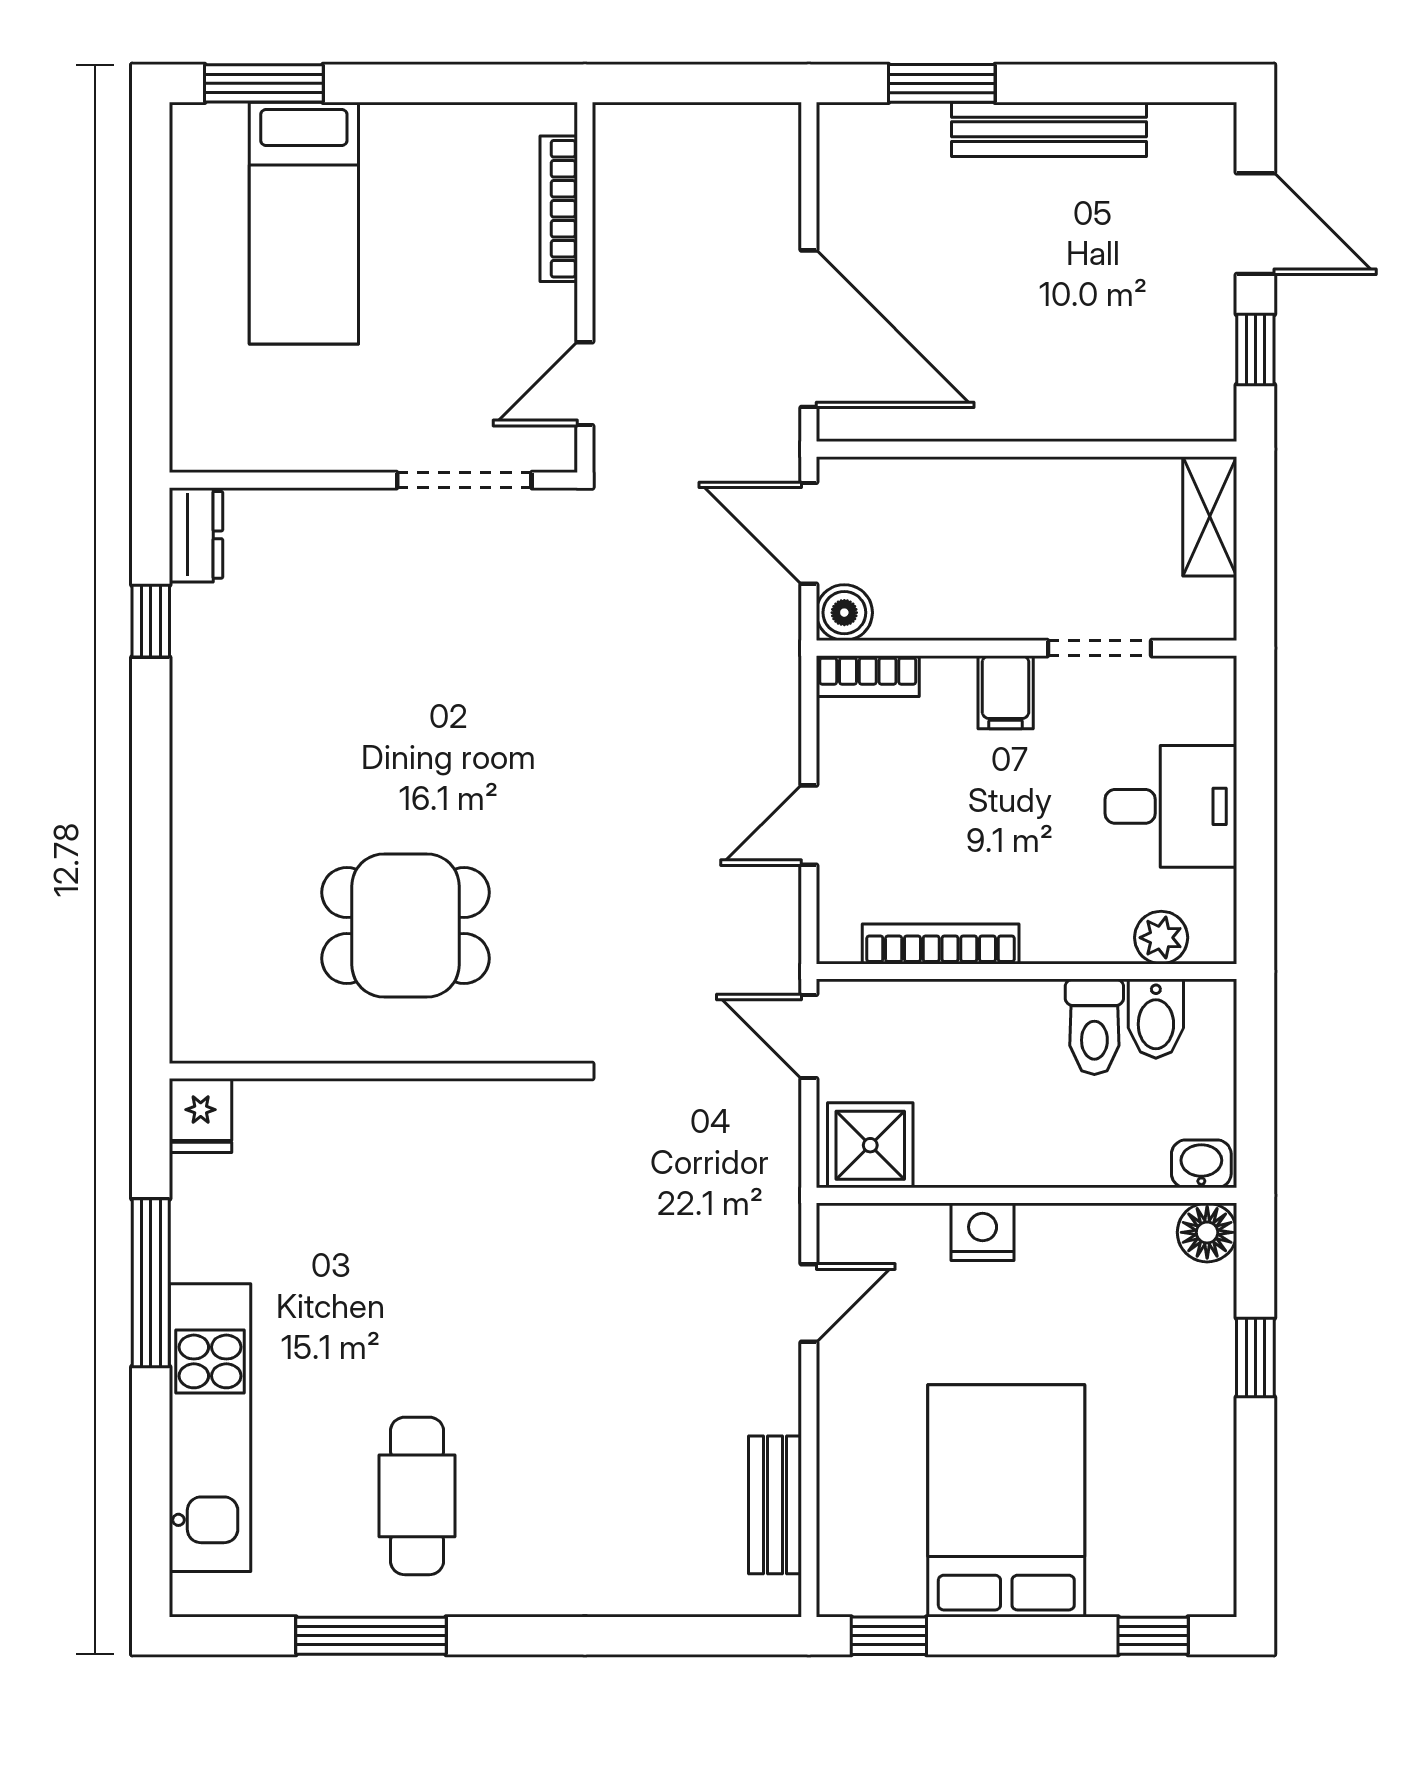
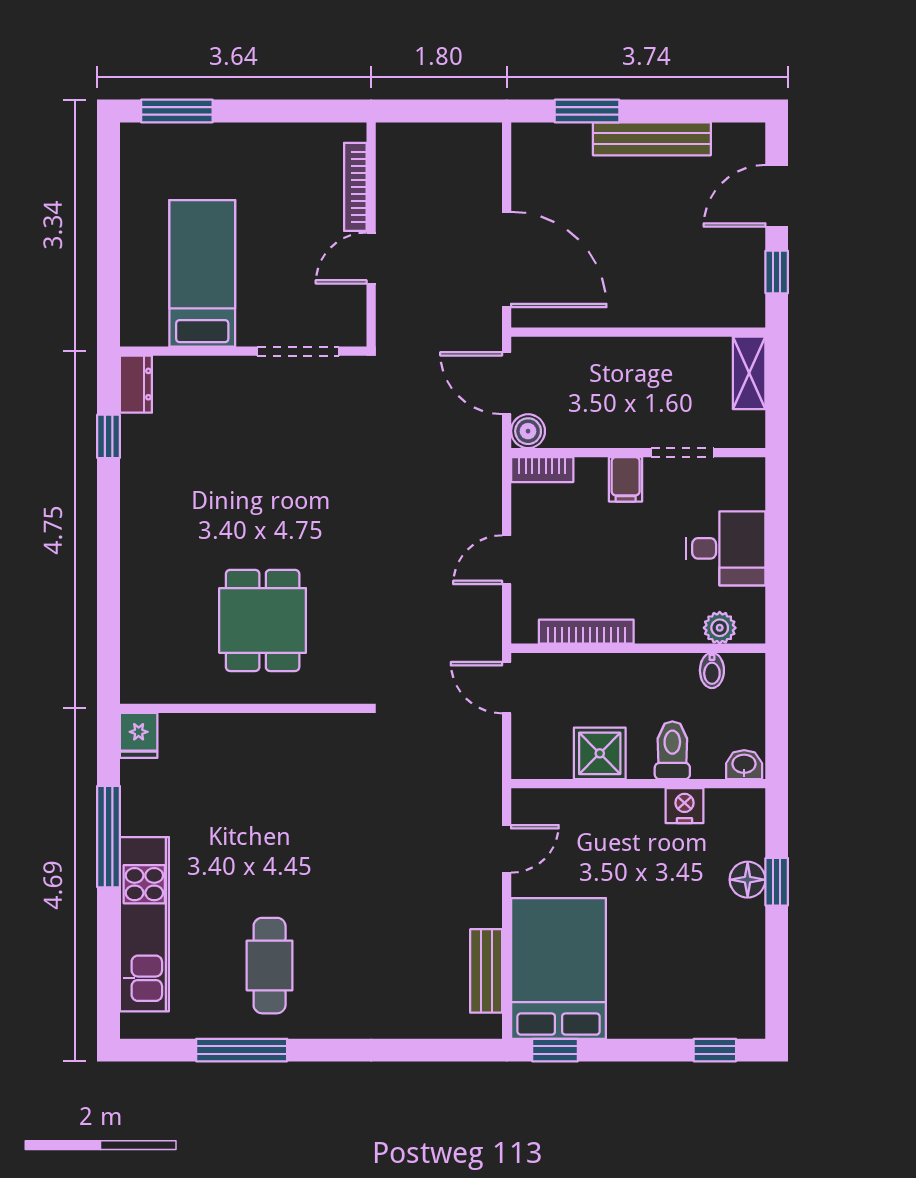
bed: (304, 223) -> (202, 273), moved, turned 180
door: (1255, 224) -> (777, 196), swing flipped
door: (585, 384) -> (371, 258), moved
dining table: (405, 925) -> (263, 620), turned 90
bidet: (1156, 1019) -> (712, 670), width x0.72, depth x0.74
toilet: (1094, 1027) -> (672, 750), moved, turned 180
shower: (870, 1145) -> (600, 753), moved
nightstand: (983, 1232) -> (684, 806), moved
floor lamp: (1207, 1232) -> (748, 880), moved
bed: (1006, 1501) -> (559, 968), moved

